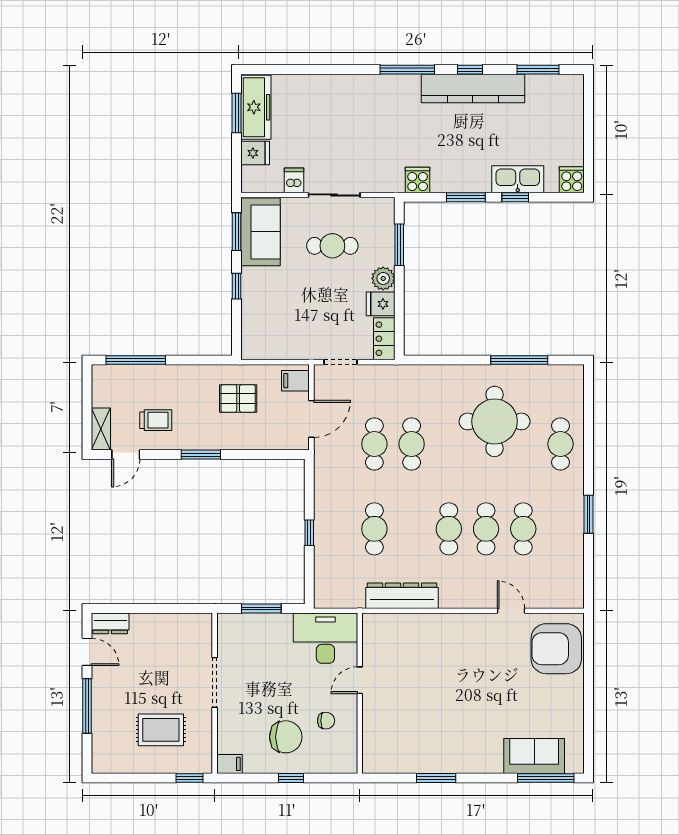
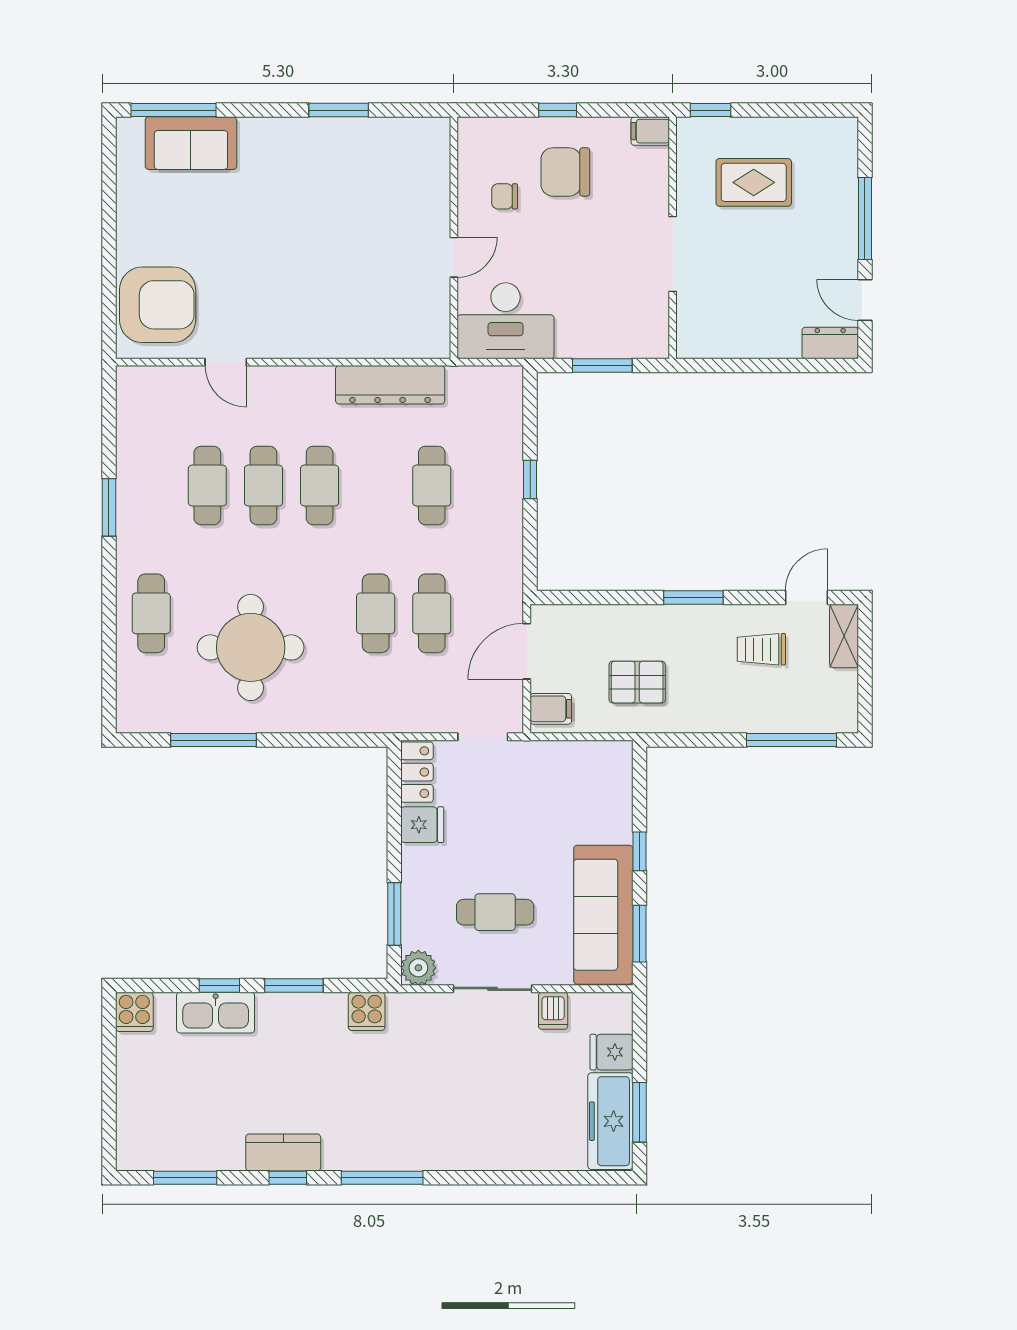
kitchen counter: (473, 88) -> (283, 1152), width x0.48, depth x0.86
sofa: (261, 232) -> (603, 915), width x1.36
plant: (383, 278) -> (418, 968), moved

